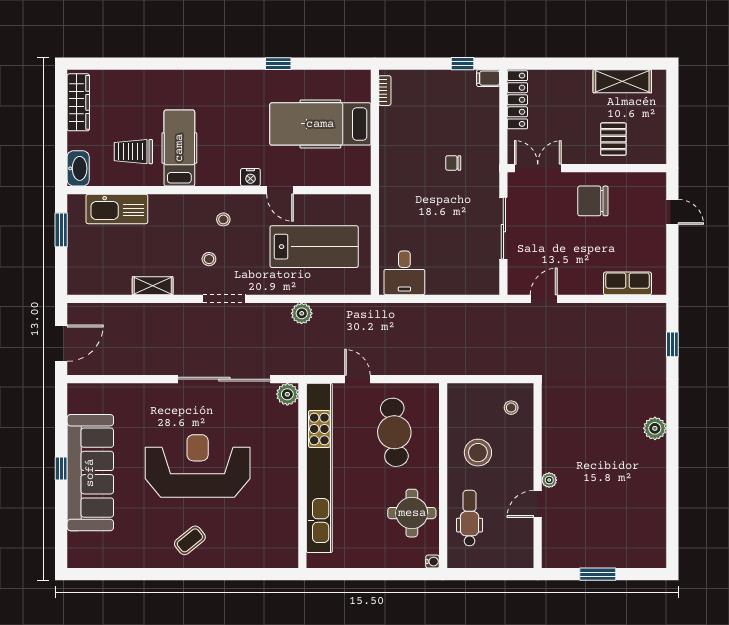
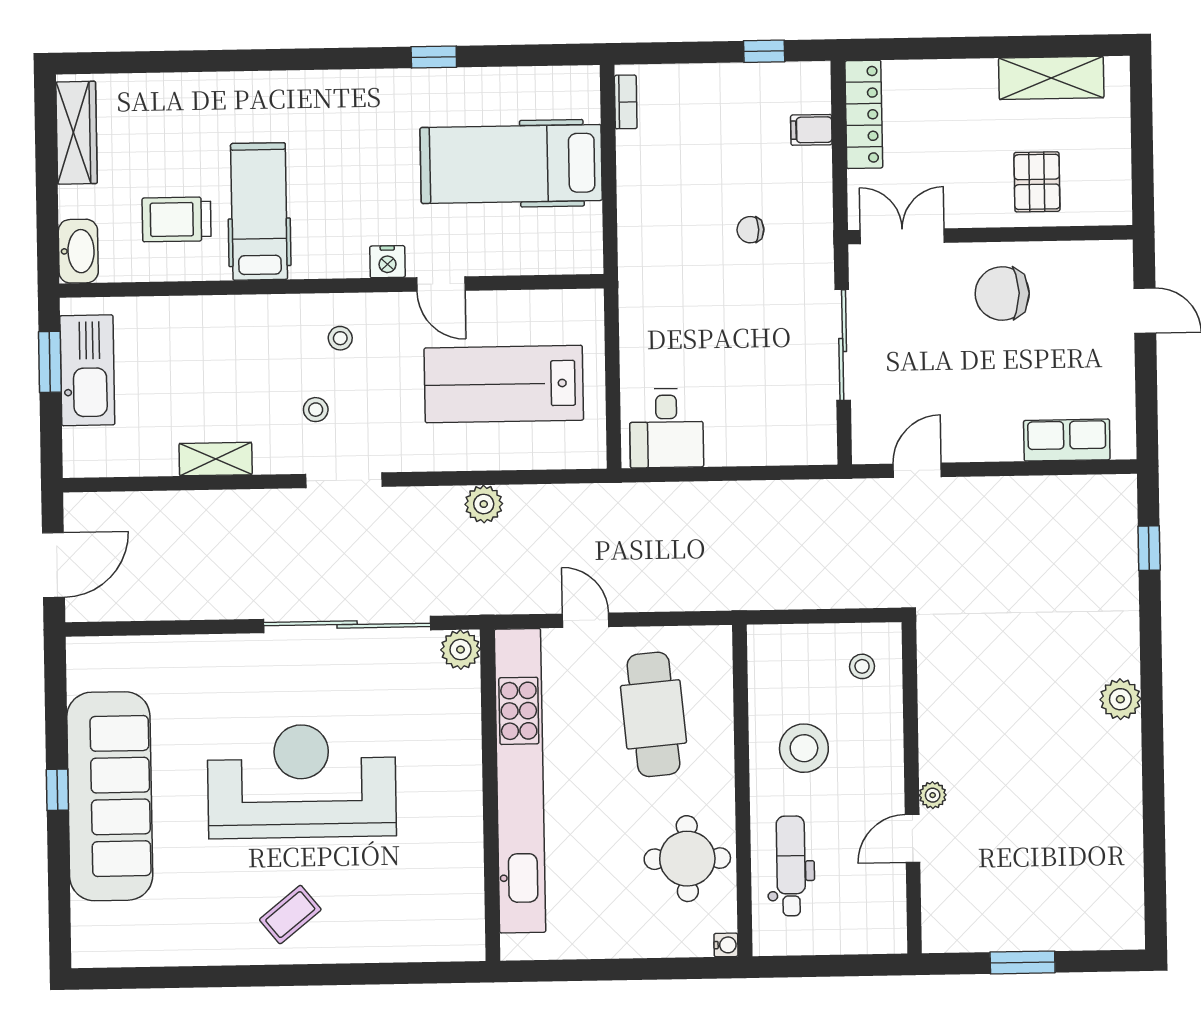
filing cabinet: (488, 78) -> (811, 130), moved
kitchen sink: (117, 209) -> (87, 370), moved, turned -90
lab bench: (314, 247) -> (504, 384), turned 180

